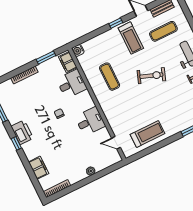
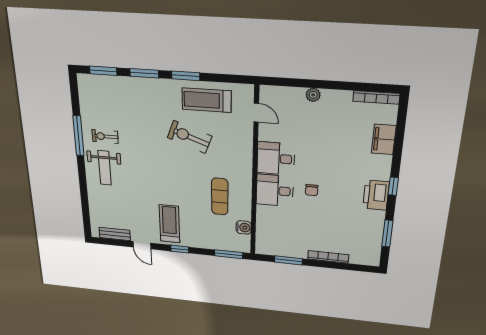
exercise mat: (163, 31) -> (125, 209), removed
window: (84, 39) -> (229, 254), added
water cooler: (78, 50) -> (244, 227), moved
filing cabinet: (68, 62) -> (264, 241), removed
exercise bike: (151, 76) -> (190, 137), moved
desk: (72, 84) -> (275, 190), moved
window: (166, 142) -> (186, 76), added

